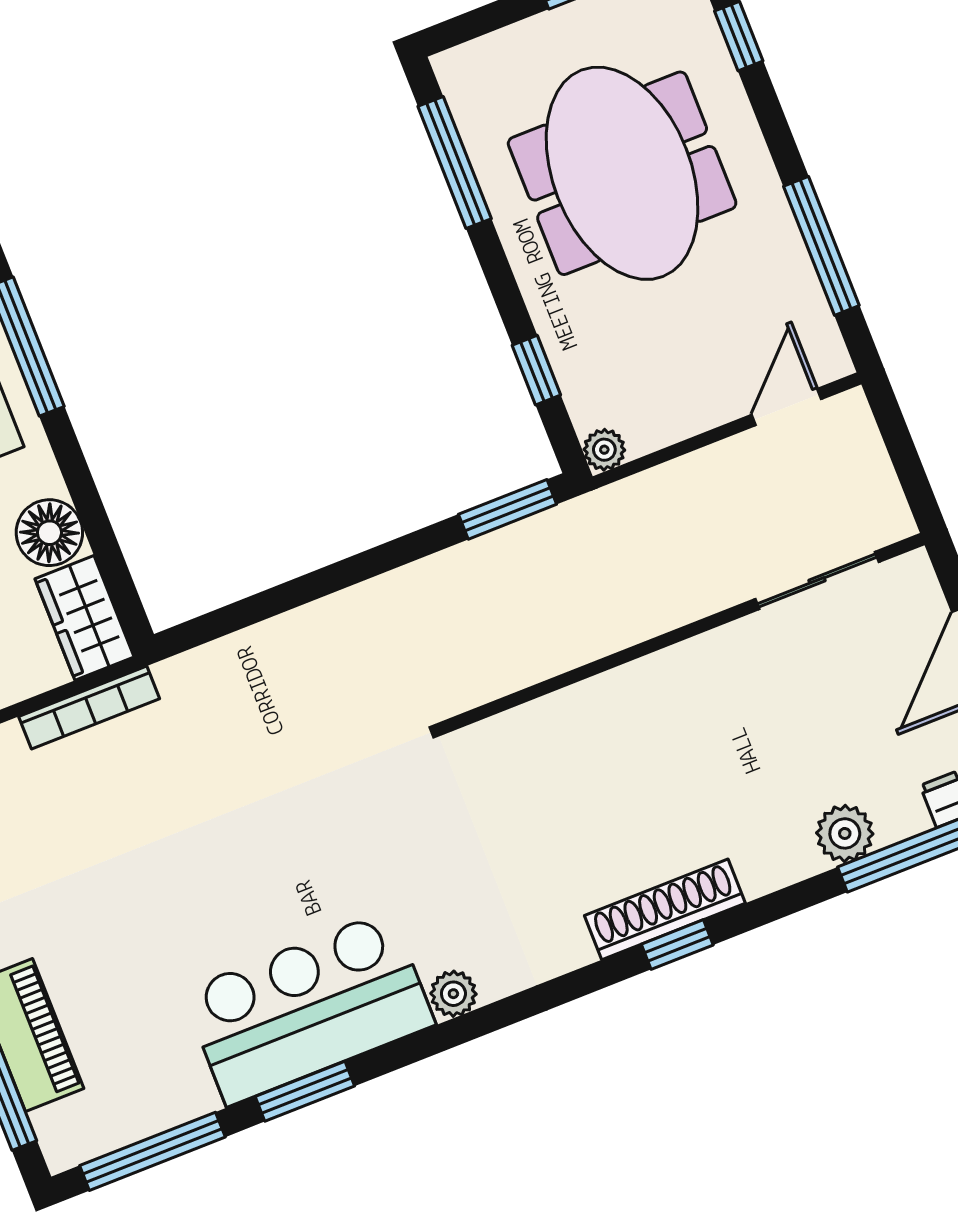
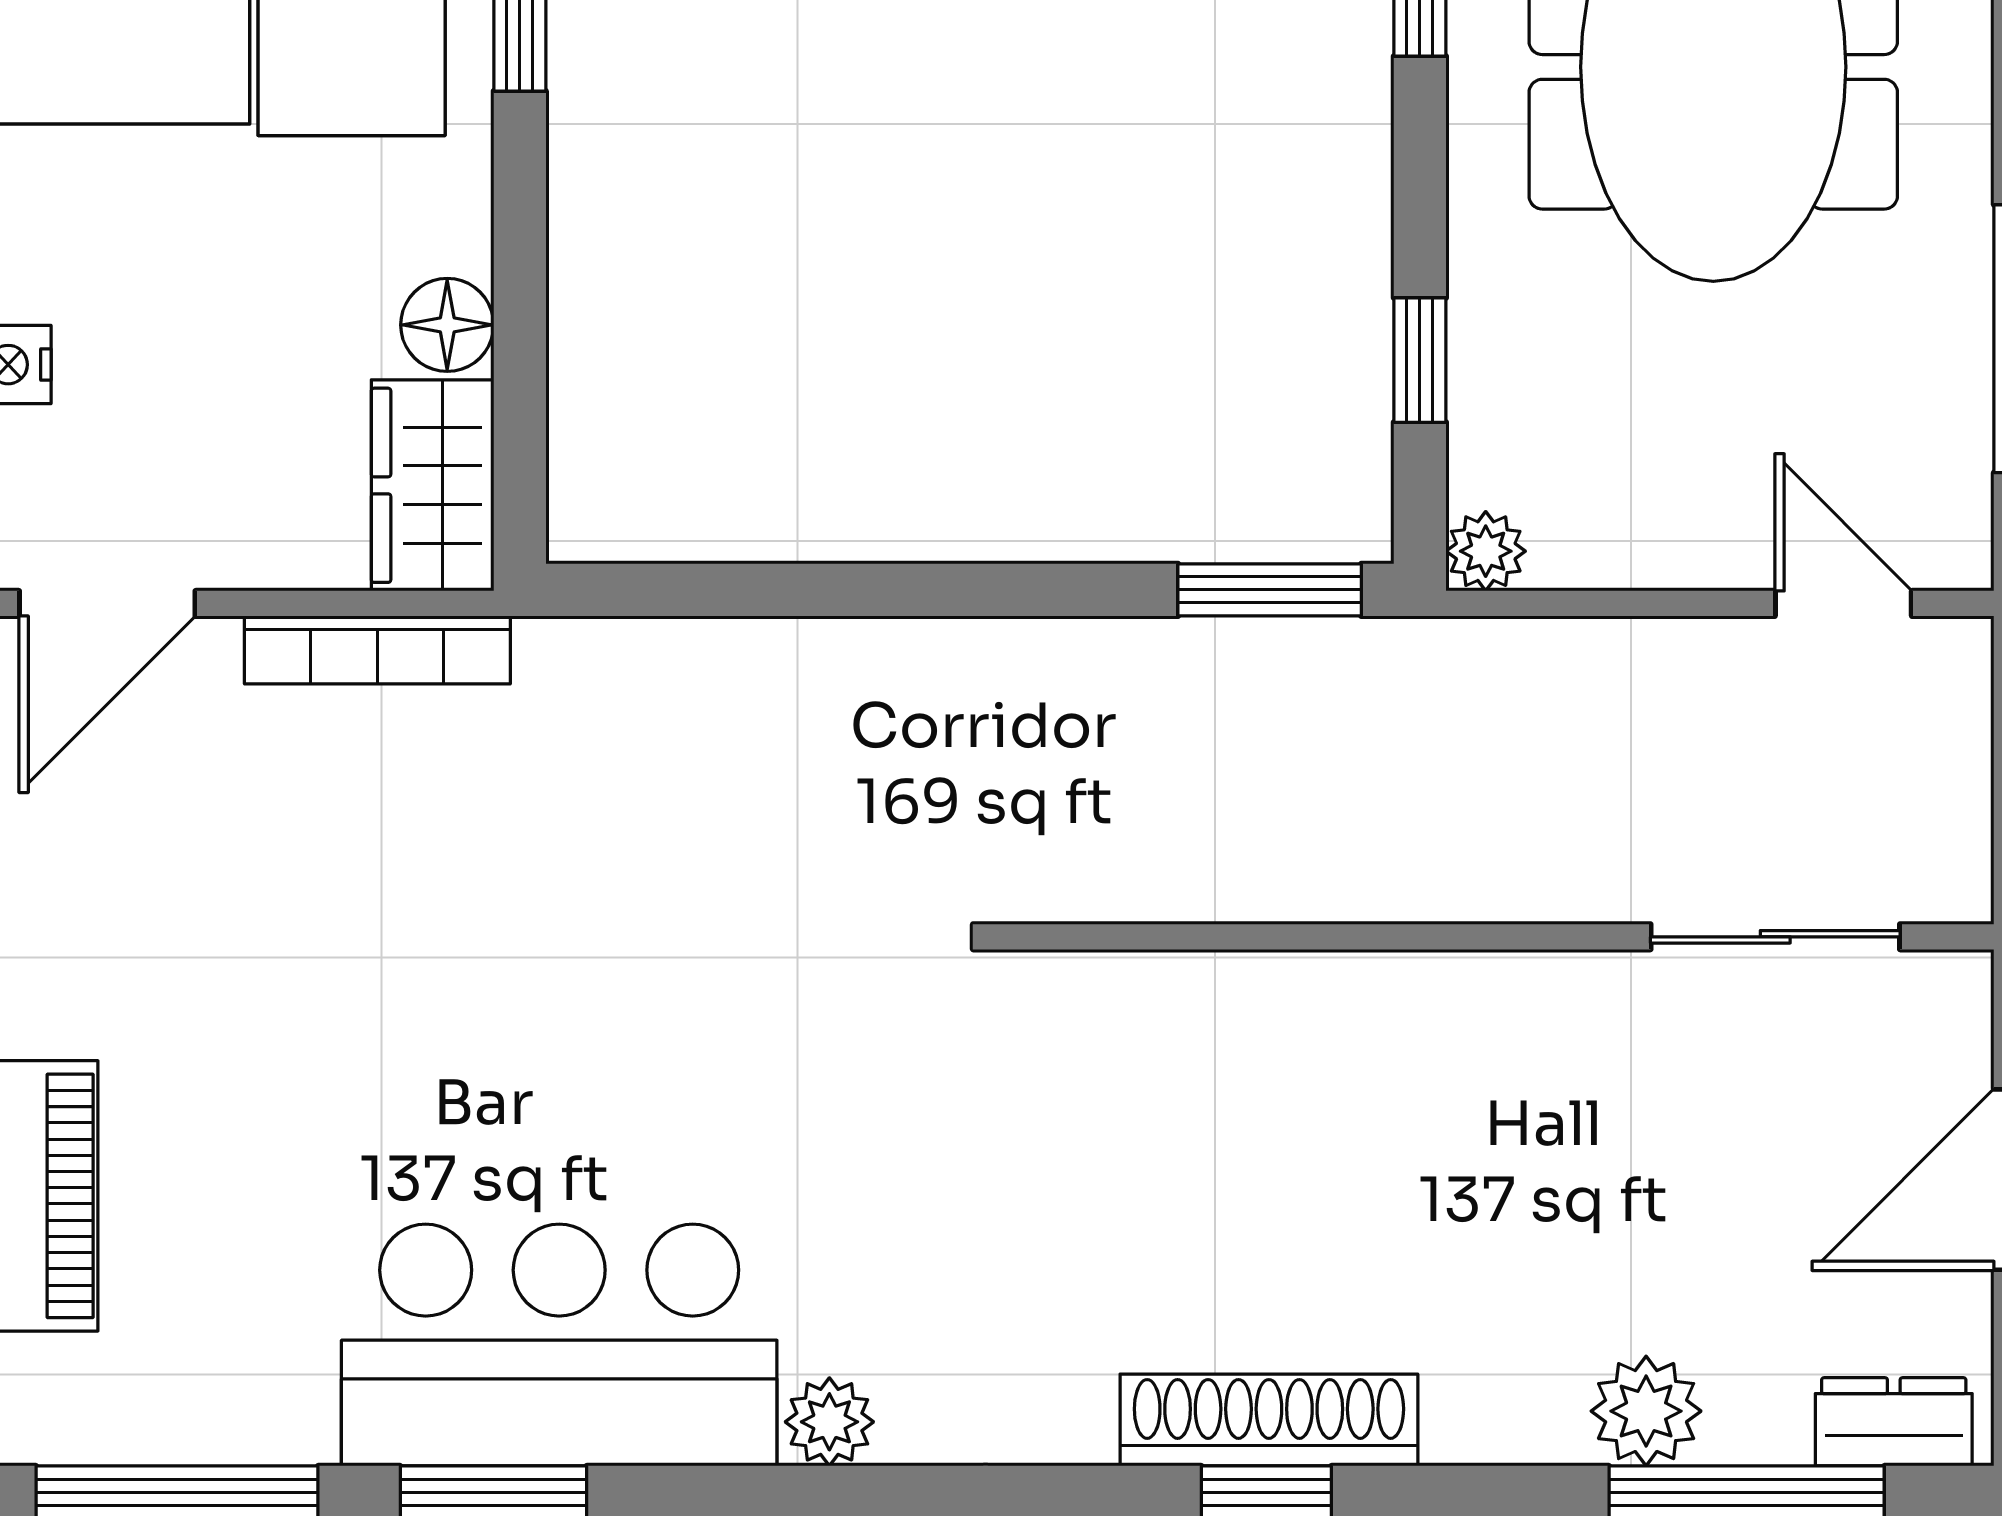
door: (787, 407) -> (1843, 603), hinge flipped
floor lamp: (49, 533) -> (447, 325), width x0.73, depth x0.73

